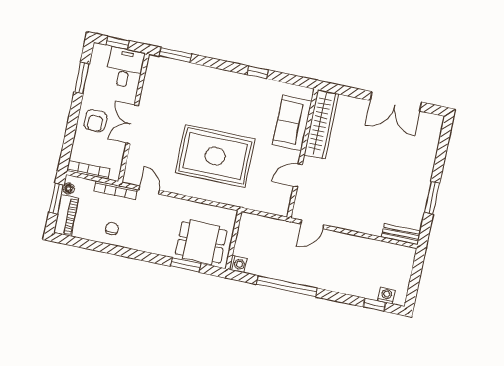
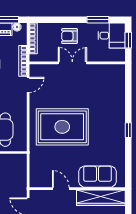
window: (176, 55) -> (128, 83), removed
desk: (125, 68) -> (112, 36), moved
window: (258, 72) -> (128, 130), moved
rug: (215, 156) -> (62, 127), turned 90

